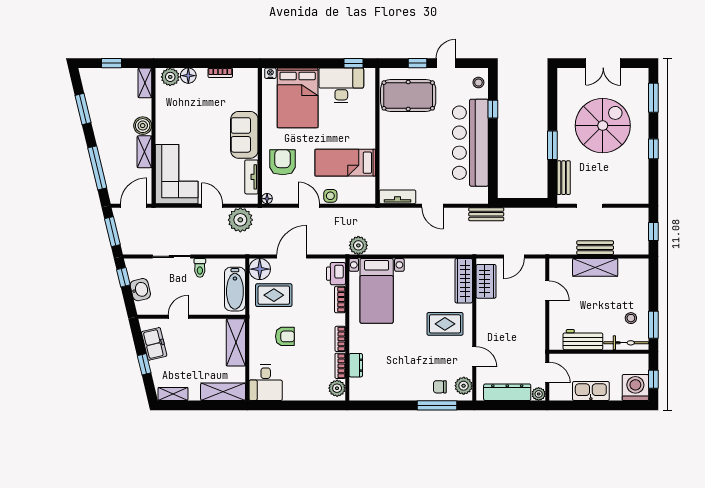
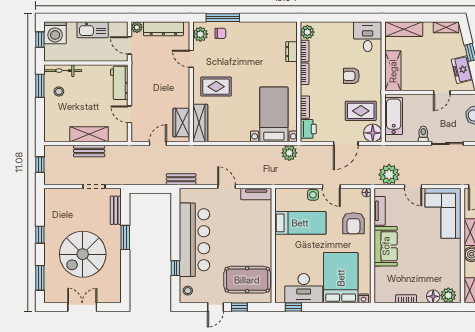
workbench: (583, 340) -> (119, 83), moved, turned 90

